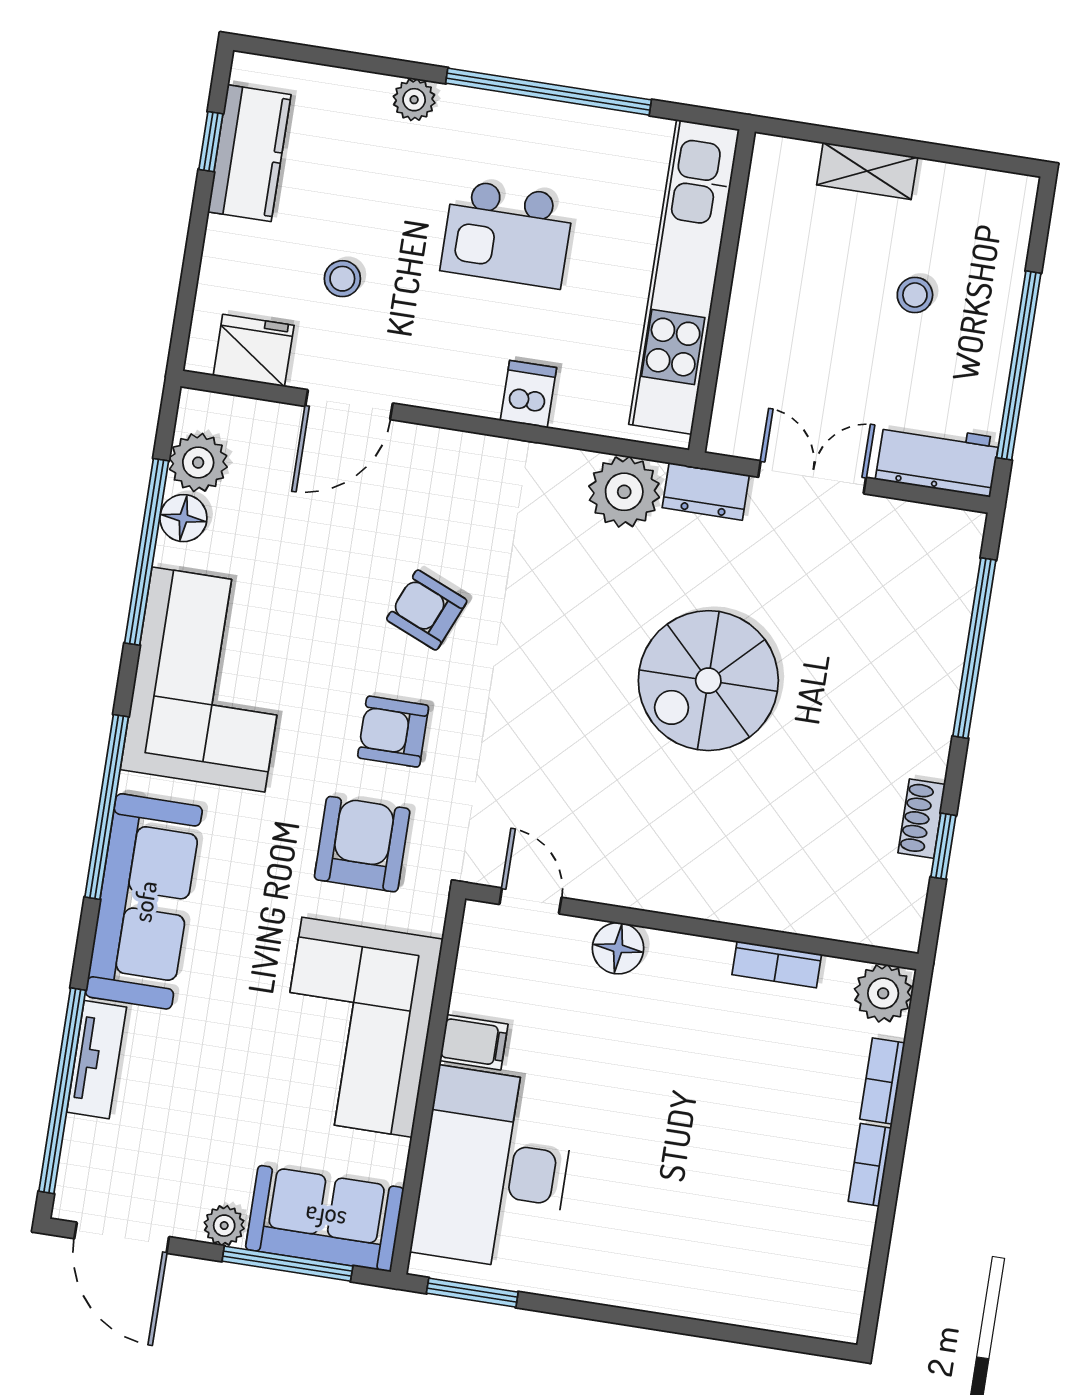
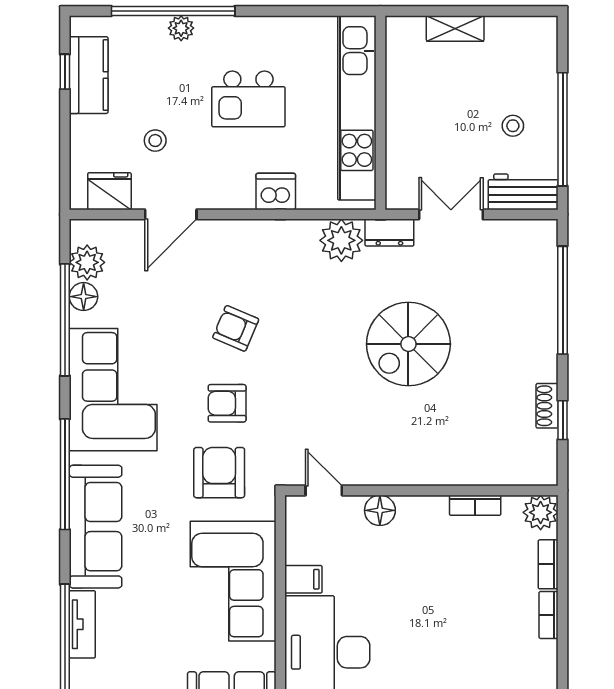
window: (549, 92) -> (173, 11), moved
stool: (915, 295) -> (513, 126), moved
dishwasher: (528, 394) -> (276, 192), width x1.38

